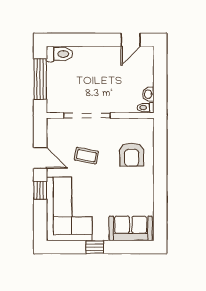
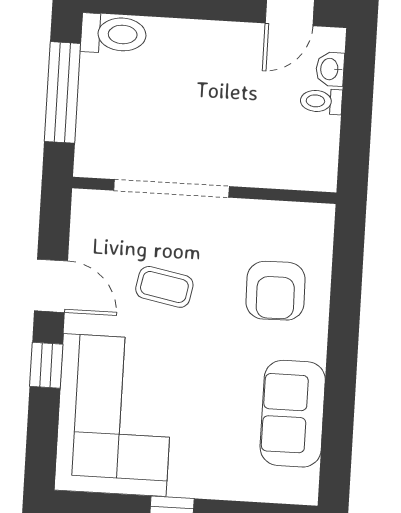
washbasin: (148, 94) -> (330, 69), moved
toilet: (146, 107) -> (321, 101), moved
sofa: (131, 228) -> (293, 414), moved, turned -90

